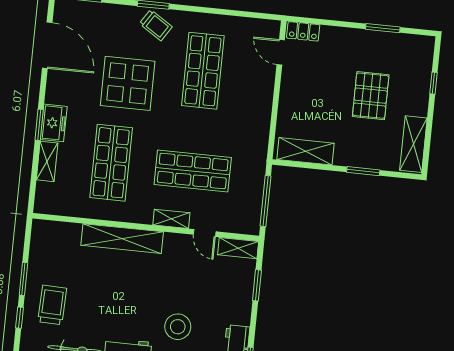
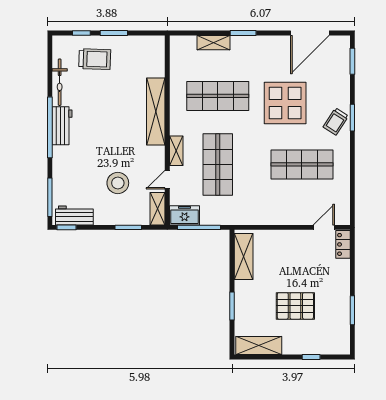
freezer: (54, 123) -> (184, 215), moved, turned 180
stool: (178, 327) -> (118, 183), moved

